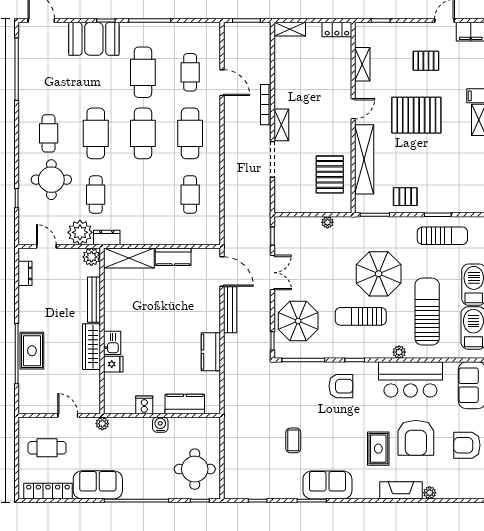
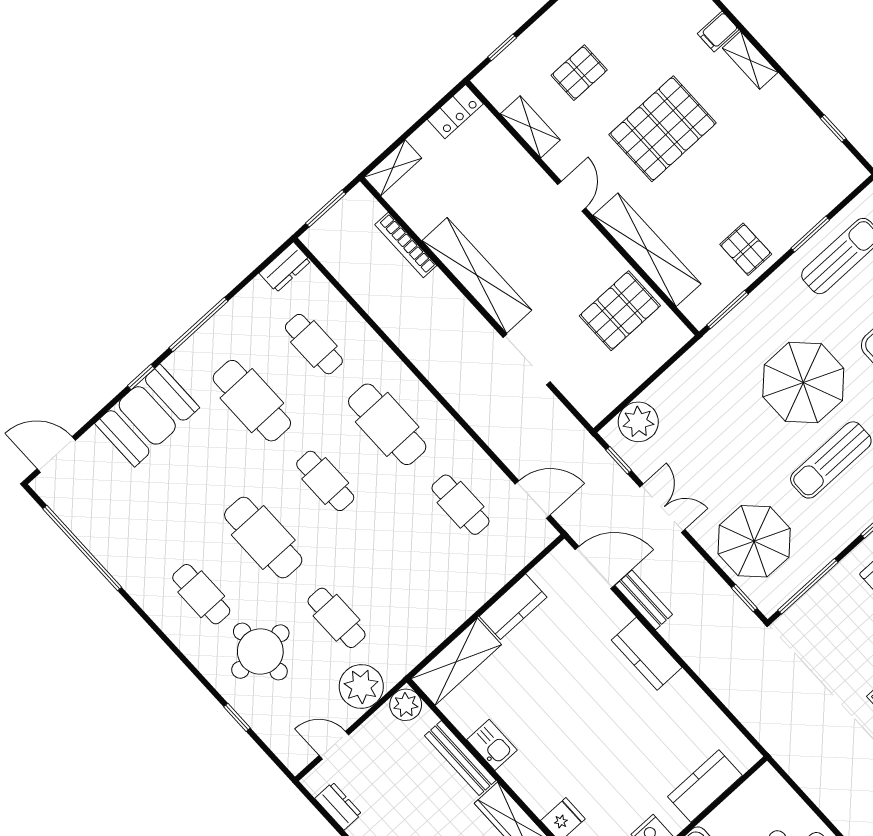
pallet: (426, 61) -> (579, 73), moved
door: (222, 83) -> (533, 500), moved
bookcase: (266, 105) -> (406, 245), moved
shelving: (281, 125) -> (477, 275), width x2.20, depth x1.33
cafe table: (143, 133) -> (325, 481), width x0.73, depth x0.74
pallet: (330, 174) -> (620, 311), turned 90
pallet: (405, 197) -> (746, 249), turned 90
plant: (327, 222) -> (638, 422), moved, width x1.88, depth x1.88
dresser: (107, 237) -> (285, 267), moved, turned 180
bench: (230, 310) -> (644, 600), width x0.73
kitchen sink: (112, 343) -> (492, 745), moved
kitchen counter: (211, 352) -> (647, 654), moved

